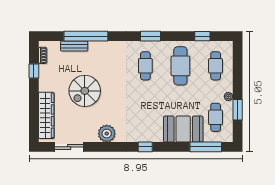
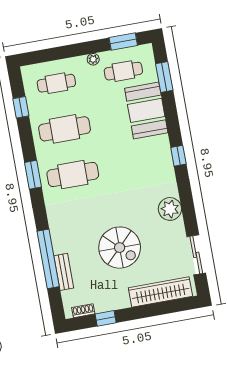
cafe table: (145, 66) -> (73, 175), width x1.37, depth x1.35
window: (238, 110) -> (123, 41), moved
window: (206, 147) -> (164, 77), width x0.69

